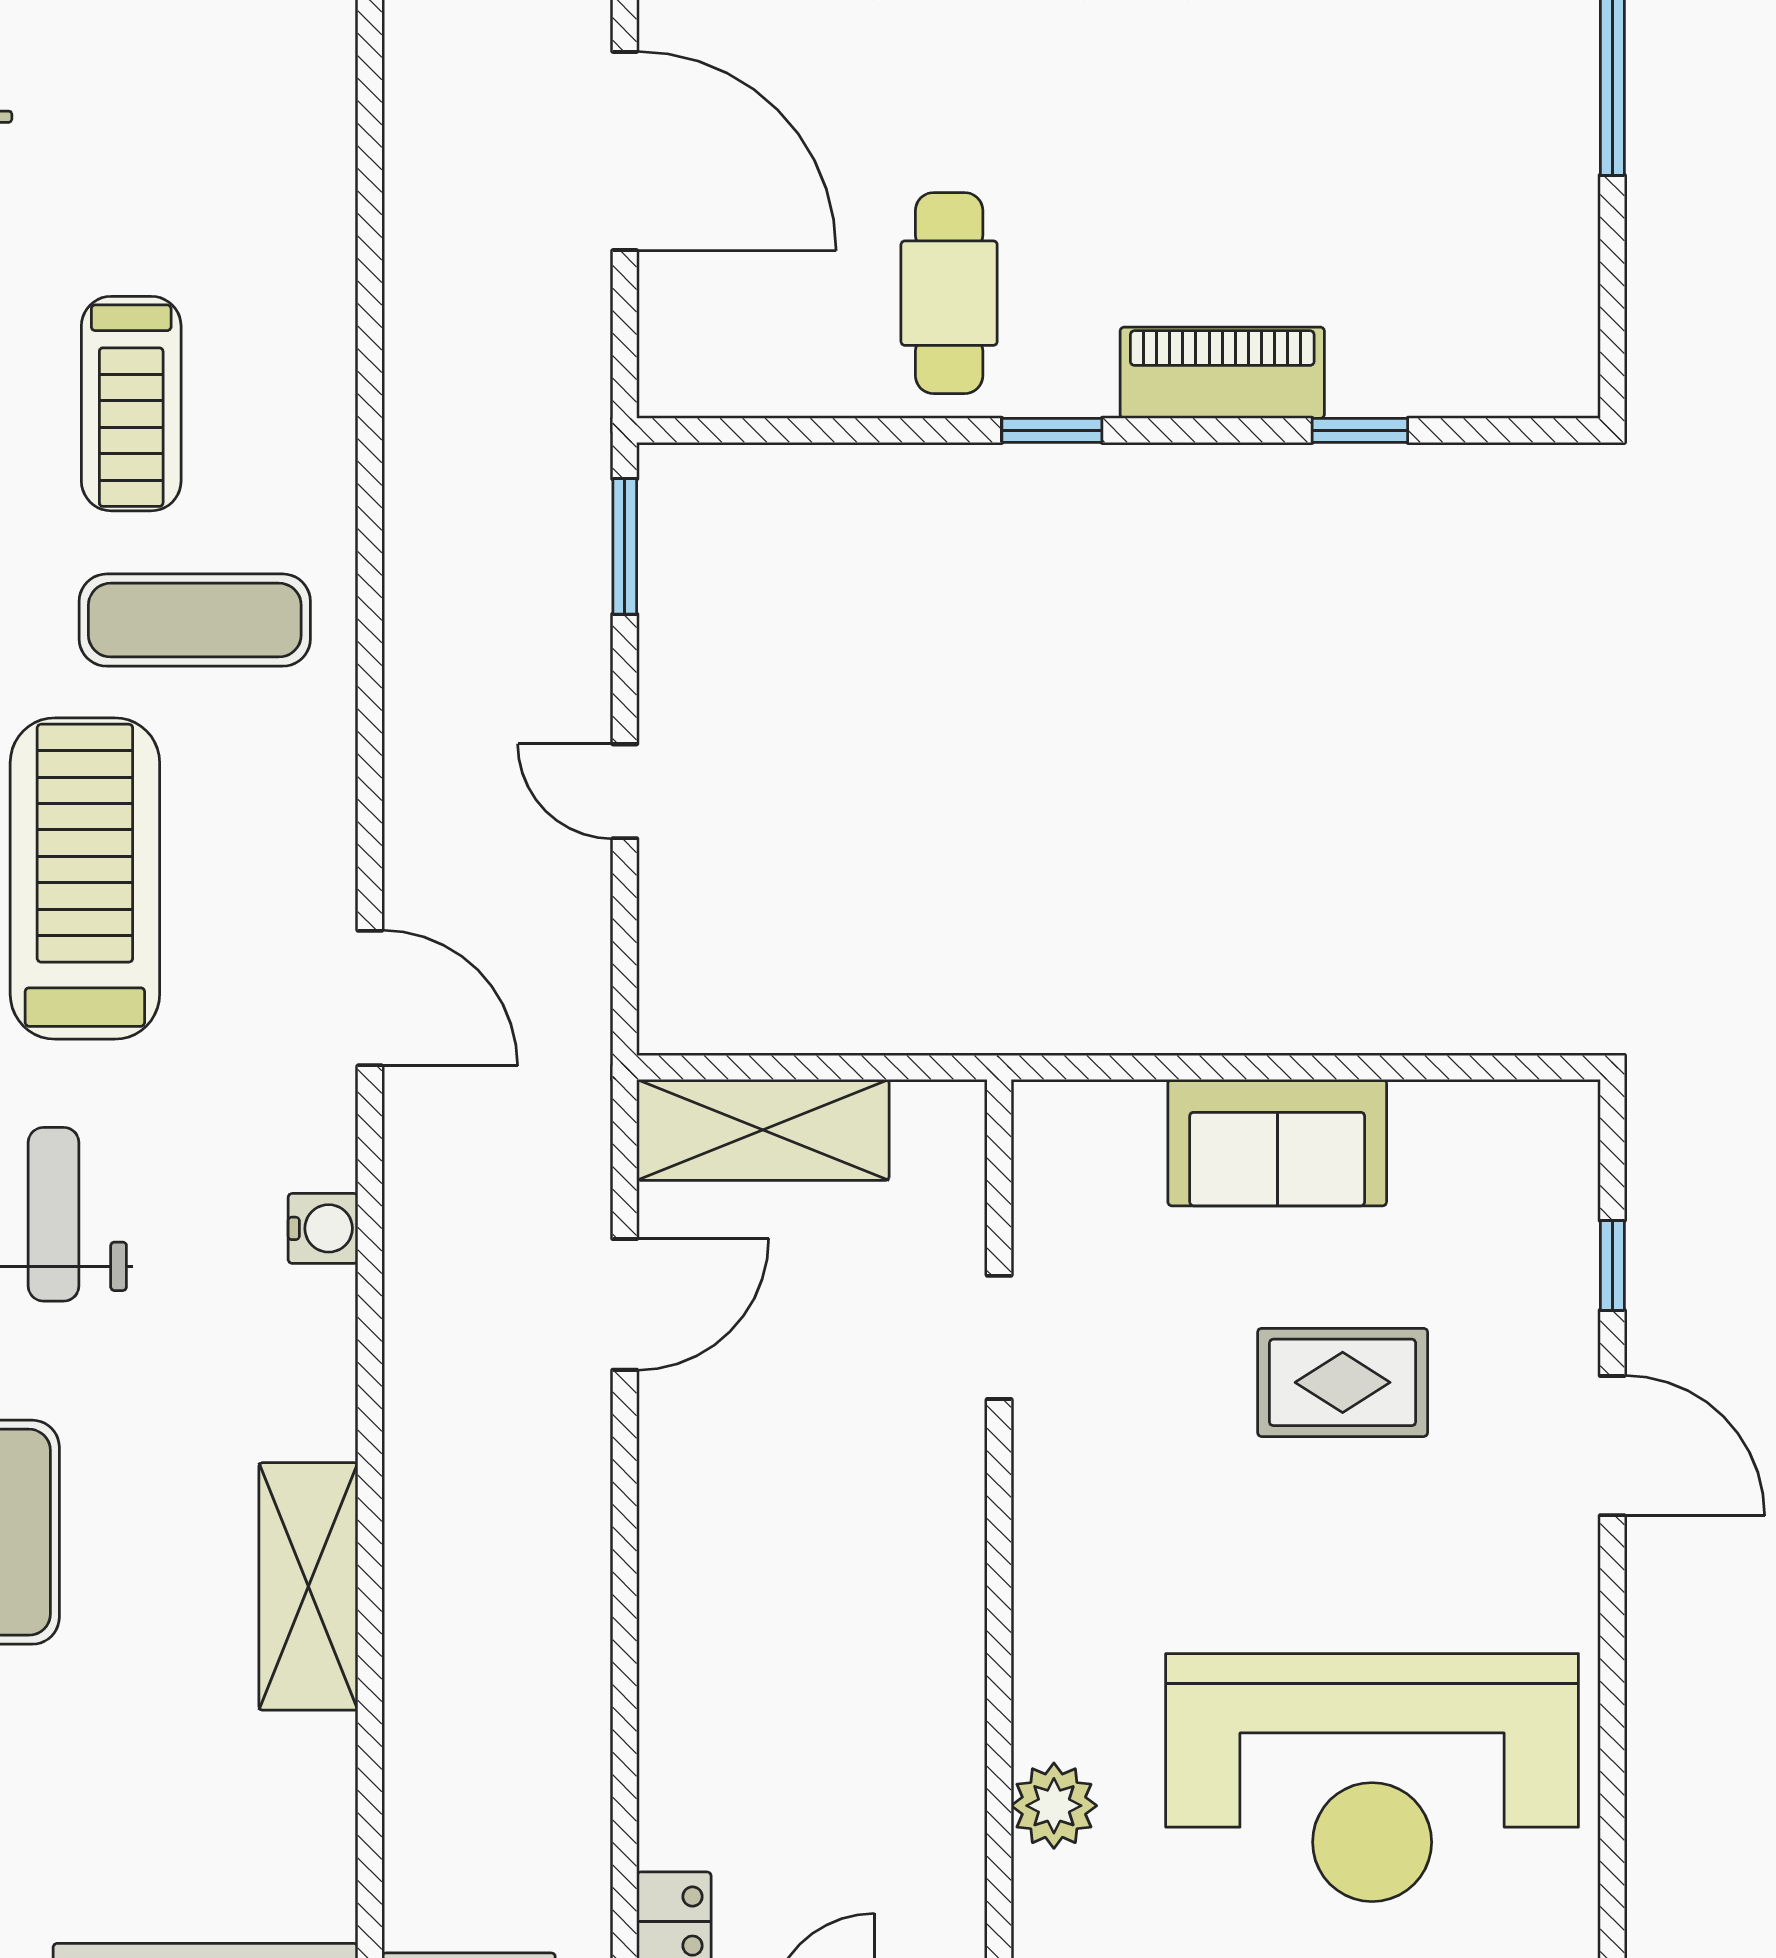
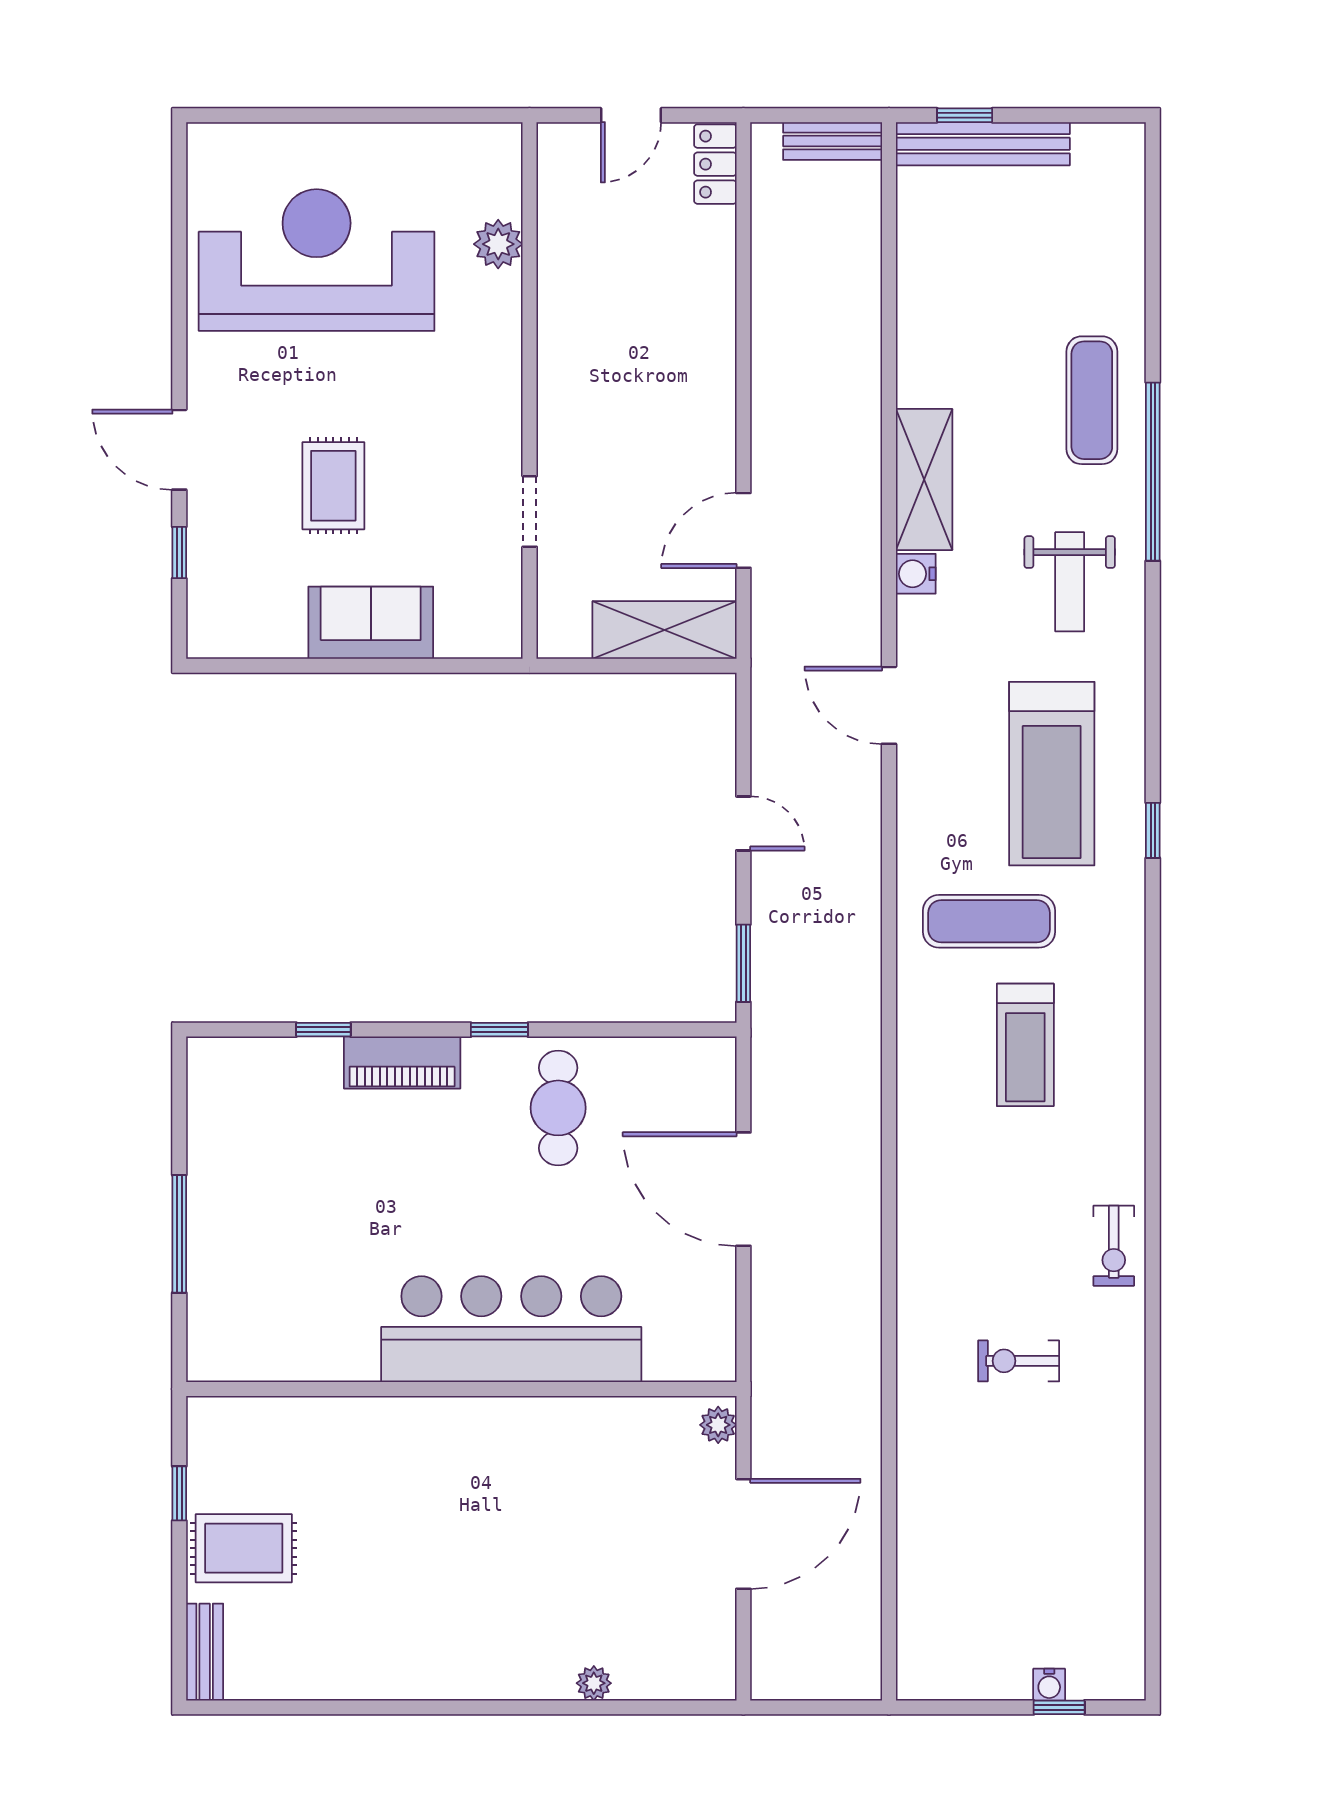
treadmill: (131, 404) -> (1025, 1045), turned 180
rug: (1343, 1382) -> (333, 486), turned 90
shelving: (308, 1586) -> (924, 479), moved

